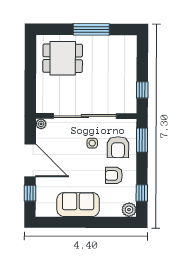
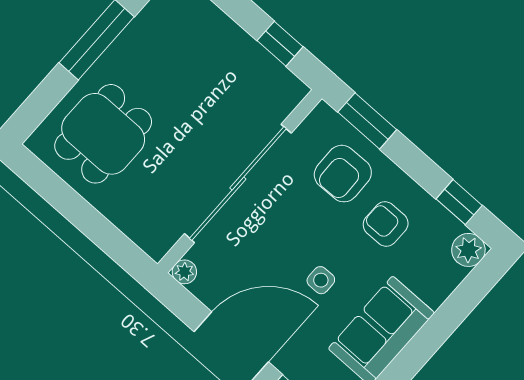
side table: (92, 143) -> (321, 280), moved
armchair: (118, 147) -> (343, 174), turned 89
armchair: (114, 175) -> (386, 224), turned 90

